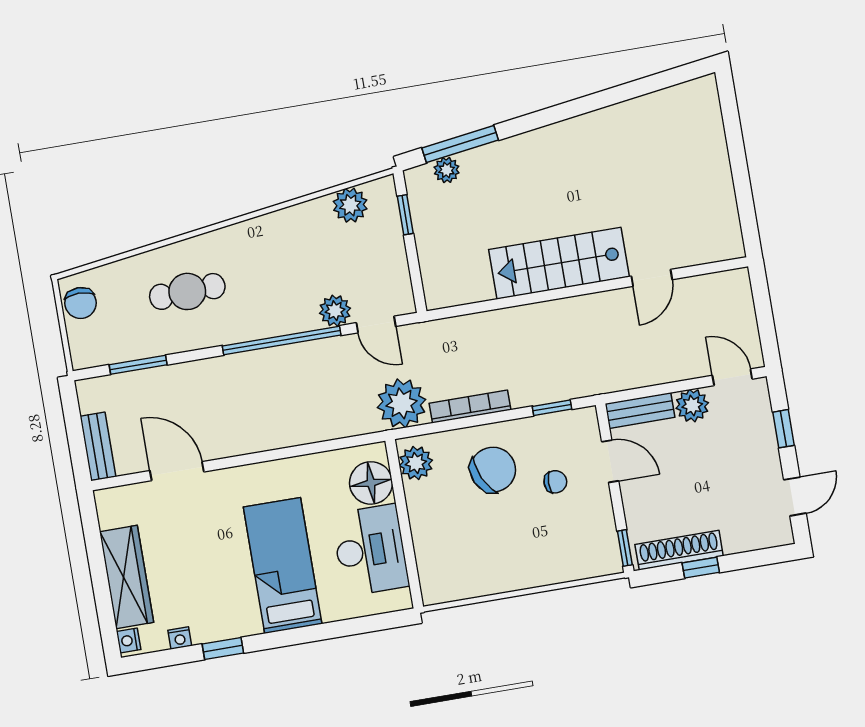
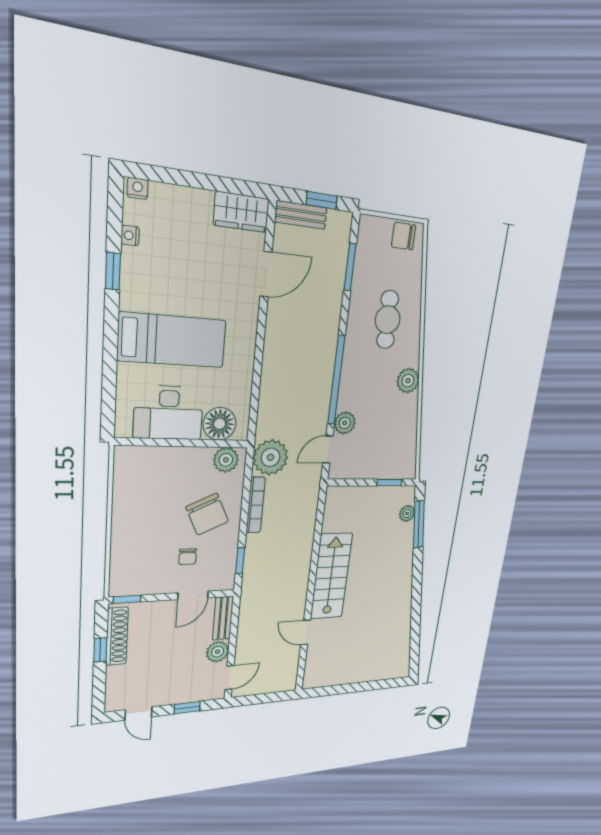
plant: (350, 205) -> (408, 381), moved
window: (74, 425) -> (322, 200), added
wardrobe: (127, 577) -> (241, 212), moved, width x0.67

